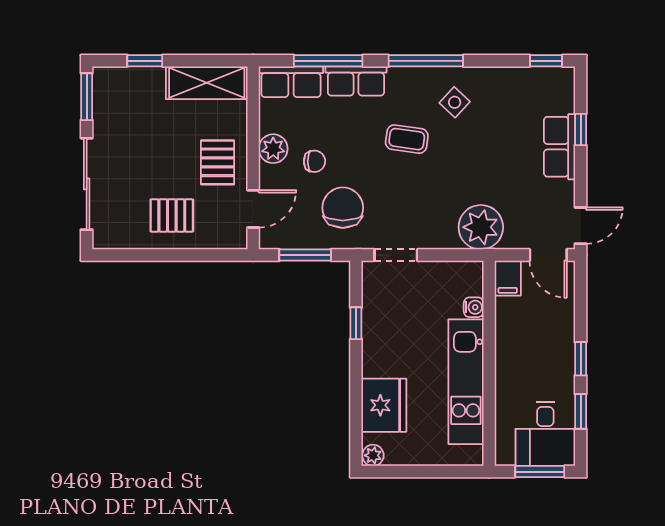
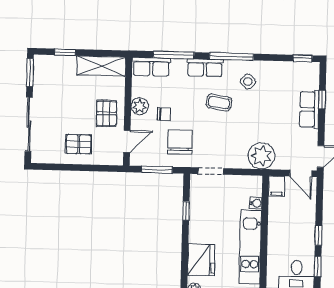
row of seats: (356, 81) -> (205, 68), moved

